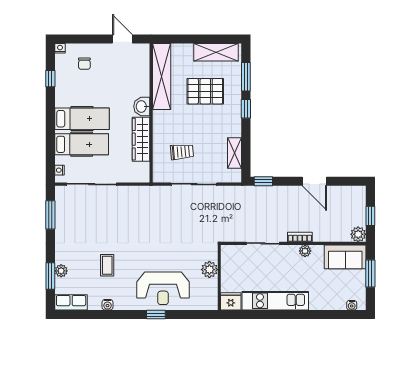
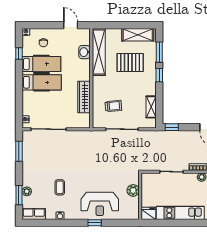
washbasin: (142, 106) -> (84, 52), moved
hospital bed: (82, 144) -> (41, 64), moved

